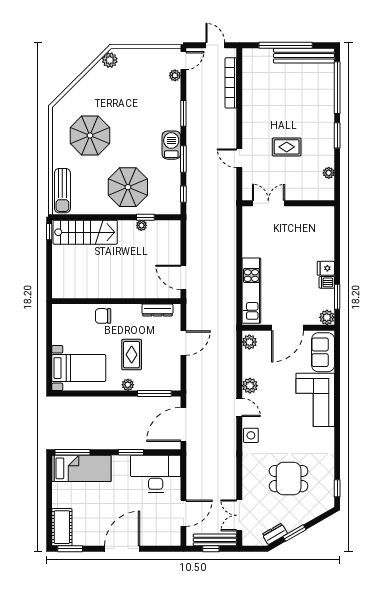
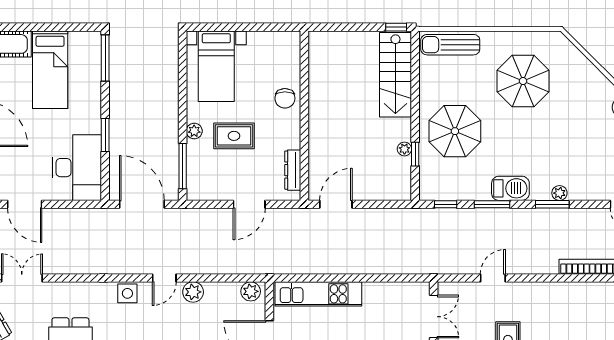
plant: (175, 75) -> (559, 193), moved
chair: (103, 316) -> (285, 98), turned 180
door: (183, 343) -> (249, 204), hinge flipped
bed: (81, 468) -> (50, 70), moved

